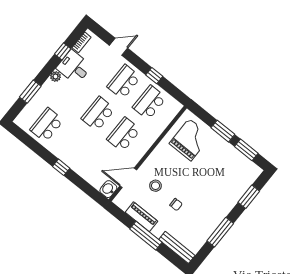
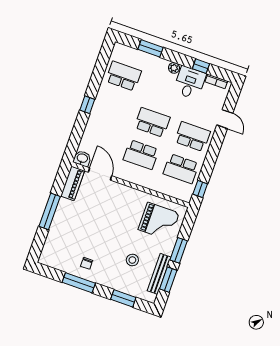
window: (154, 76) -> (200, 189), moved
school desk: (149, 103) -> (181, 169), turned 180
school desk: (124, 134) -> (141, 155), turned 180
stool: (155, 186) -> (132, 260), moved
chair: (176, 205) -> (87, 263), moved
piano: (141, 217) -> (73, 183), moved
bench: (177, 247) -> (159, 274), moved

